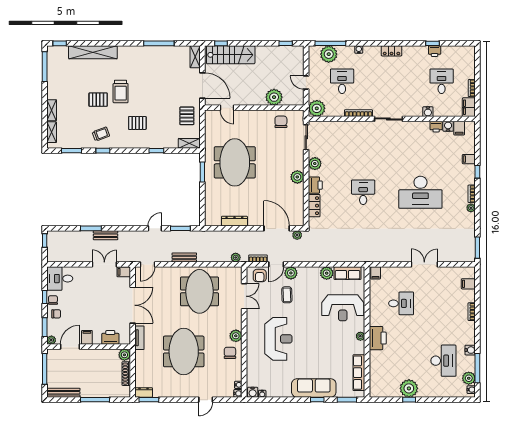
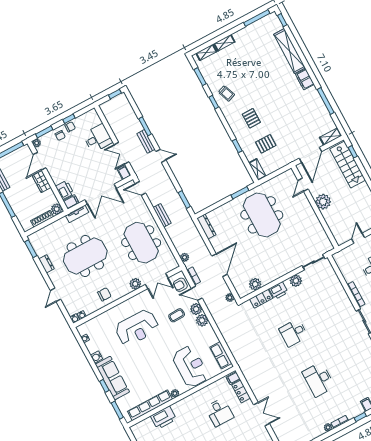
filing cabinet: (128, 52) -> (305, 79), added
trolley: (121, 92) -> (270, 91), removed
plant: (274, 97) -> (323, 202), moved
pallet: (98, 100) -> (253, 76), removed
plant: (317, 108) -> (342, 258), removed
pallet: (187, 116) -> (266, 144), moved
chair: (281, 122) -> (315, 235), removed
meeting table: (235, 162) -> (262, 215), turned 90
plant: (297, 177) -> (255, 284), moved
desk: (363, 192) -> (294, 333), turned 180
desk: (420, 192) -> (319, 379), width x0.73, depth x0.77
dresser: (234, 221) -> (206, 227), moved
door: (155, 228) -> (161, 156), moved
door: (277, 228) -> (219, 265), moved
double door: (104, 264) -> (122, 153), swing flipped
locker: (392, 272) -> (241, 392), added
plant: (327, 273) -> (202, 320), moved
desk: (60, 279) -> (98, 138), moved, turned 90
meeting table: (200, 291) -> (141, 243), turned 90
reception desk: (343, 308) -> (190, 367), turned 180
plant: (236, 336) -> (135, 284), moved
filing cabinet: (87, 337) -> (71, 202), moved
printer: (378, 338) -> (163, 418), moved
door: (70, 347) -> (39, 161), swing flipped
wardrobe: (91, 355) -> (42, 182), added
row of seats: (359, 373) -> (150, 405), width x1.36
dresser: (144, 392) -> (46, 264), moved
water cooler: (253, 392) -> (97, 357), moved
door: (206, 400) -> (55, 295), hinge flipped

